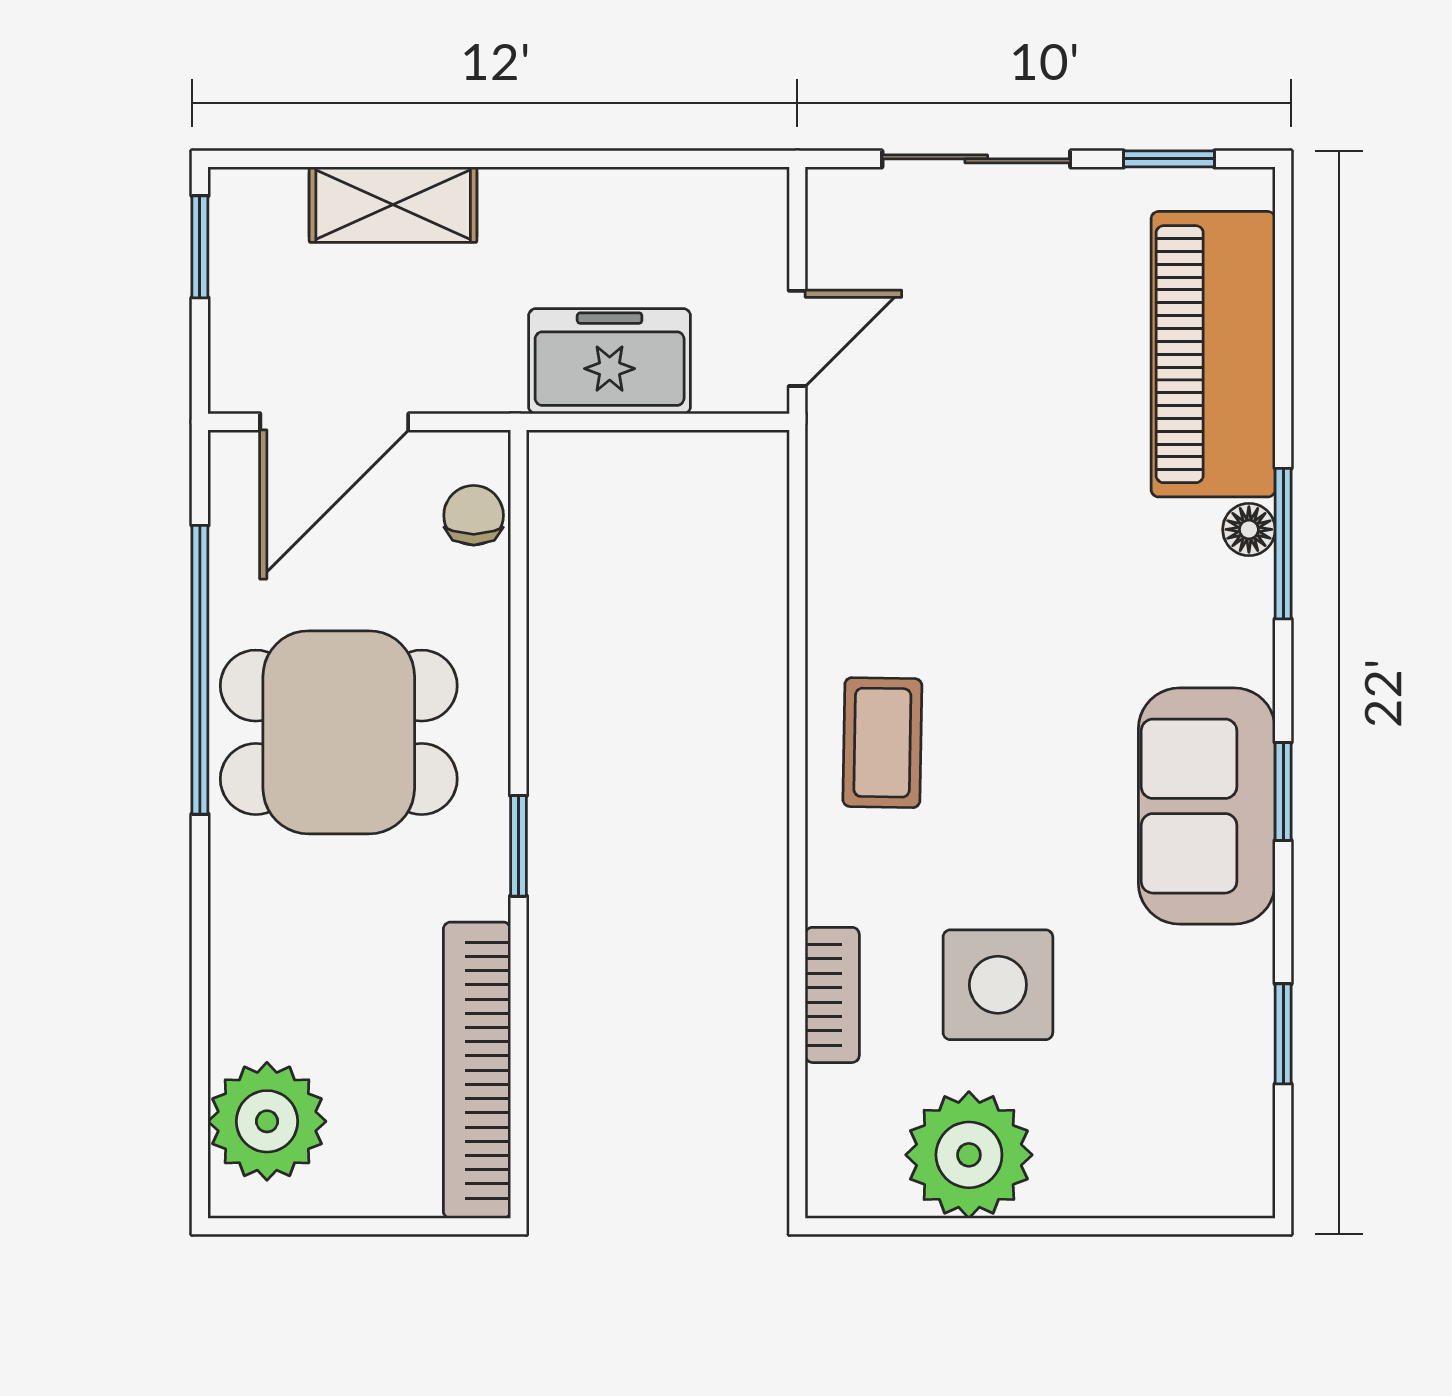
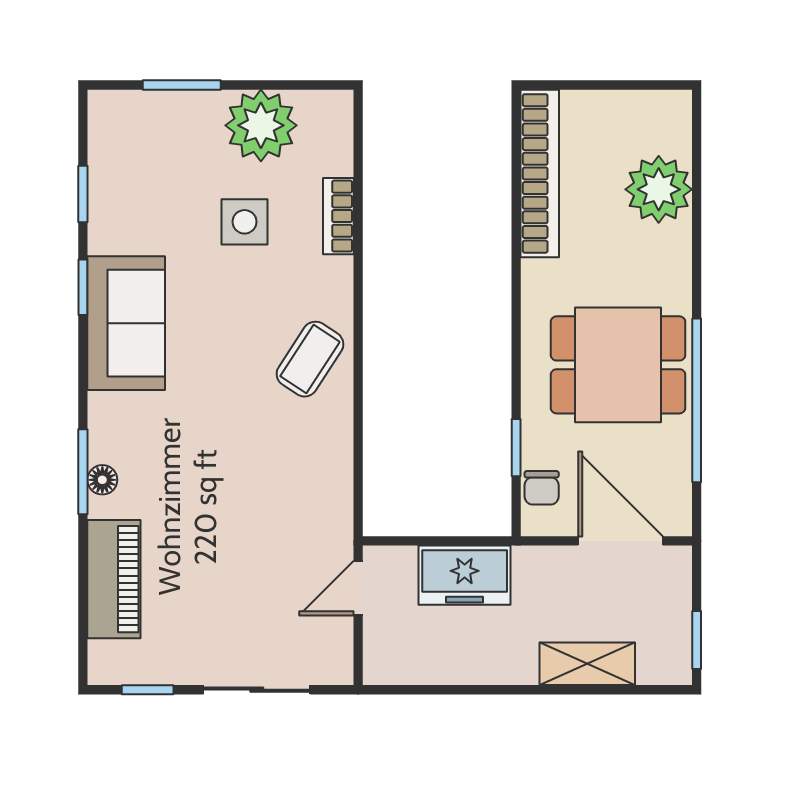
piano: (1213, 354) -> (114, 579), width x0.73, depth x0.75
door: (334, 422) -> (621, 541), hinge flipped
coffee table: (882, 743) -> (310, 359), turned 32
window: (1283, 791) -> (83, 287), moved
window: (519, 846) -> (516, 448), moved
side table: (998, 985) -> (245, 222), width x0.73, depth x0.73
plant: (267, 1121) -> (659, 189), moved
window: (1109, 1226) -> (182, 85), added

